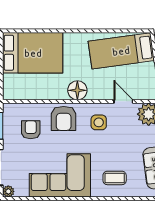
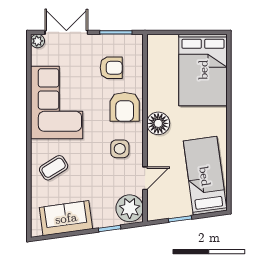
armchair: (64, 118) -> (125, 107), turned -90
coffee table: (115, 178) -> (54, 168), turned 58

